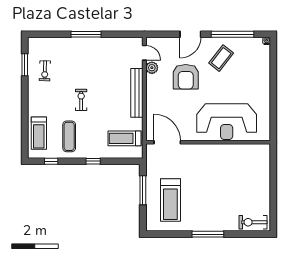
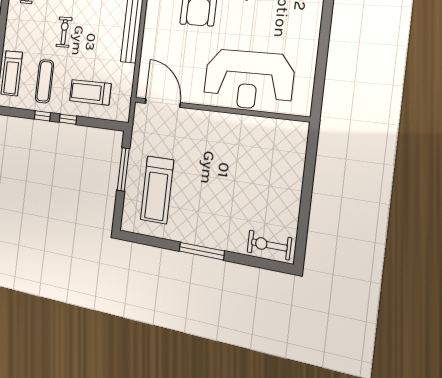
treadmill: (124, 138) -> (90, 92), moved
window: (51, 161) -> (42, 116), moved

